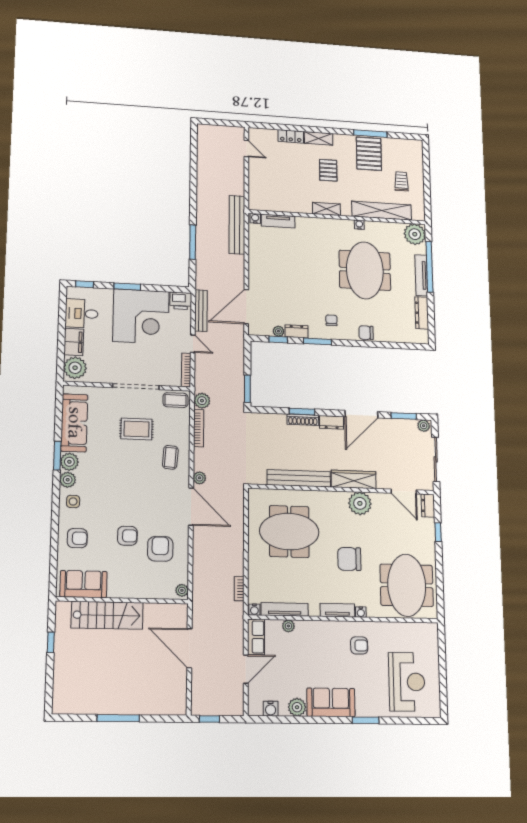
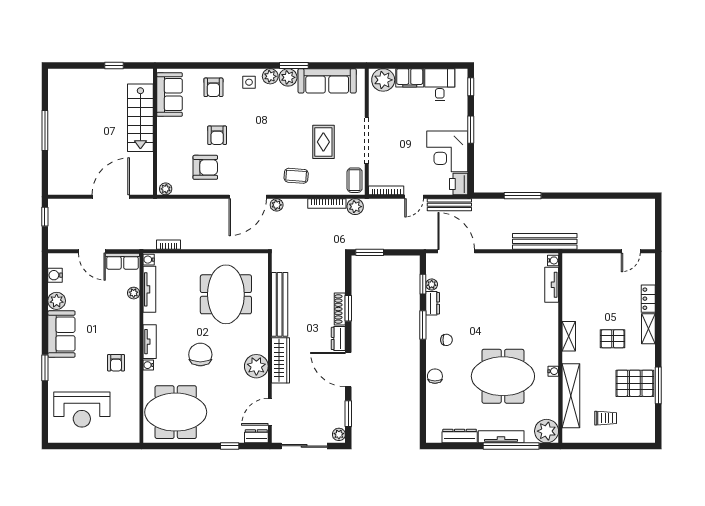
corner desk: (141, 316) -> (447, 151), width x0.74, depth x0.74

